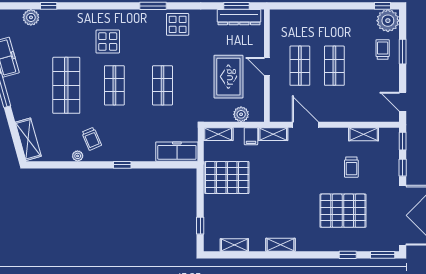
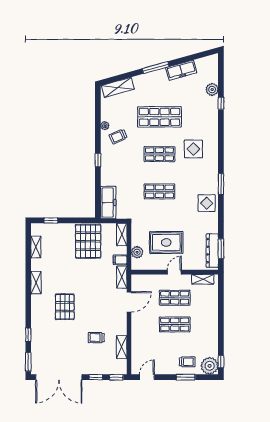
shelving: (276, 30) -> (203, 279), added
pallet: (343, 211) -> (65, 307), moved, width x0.73, depth x0.71

